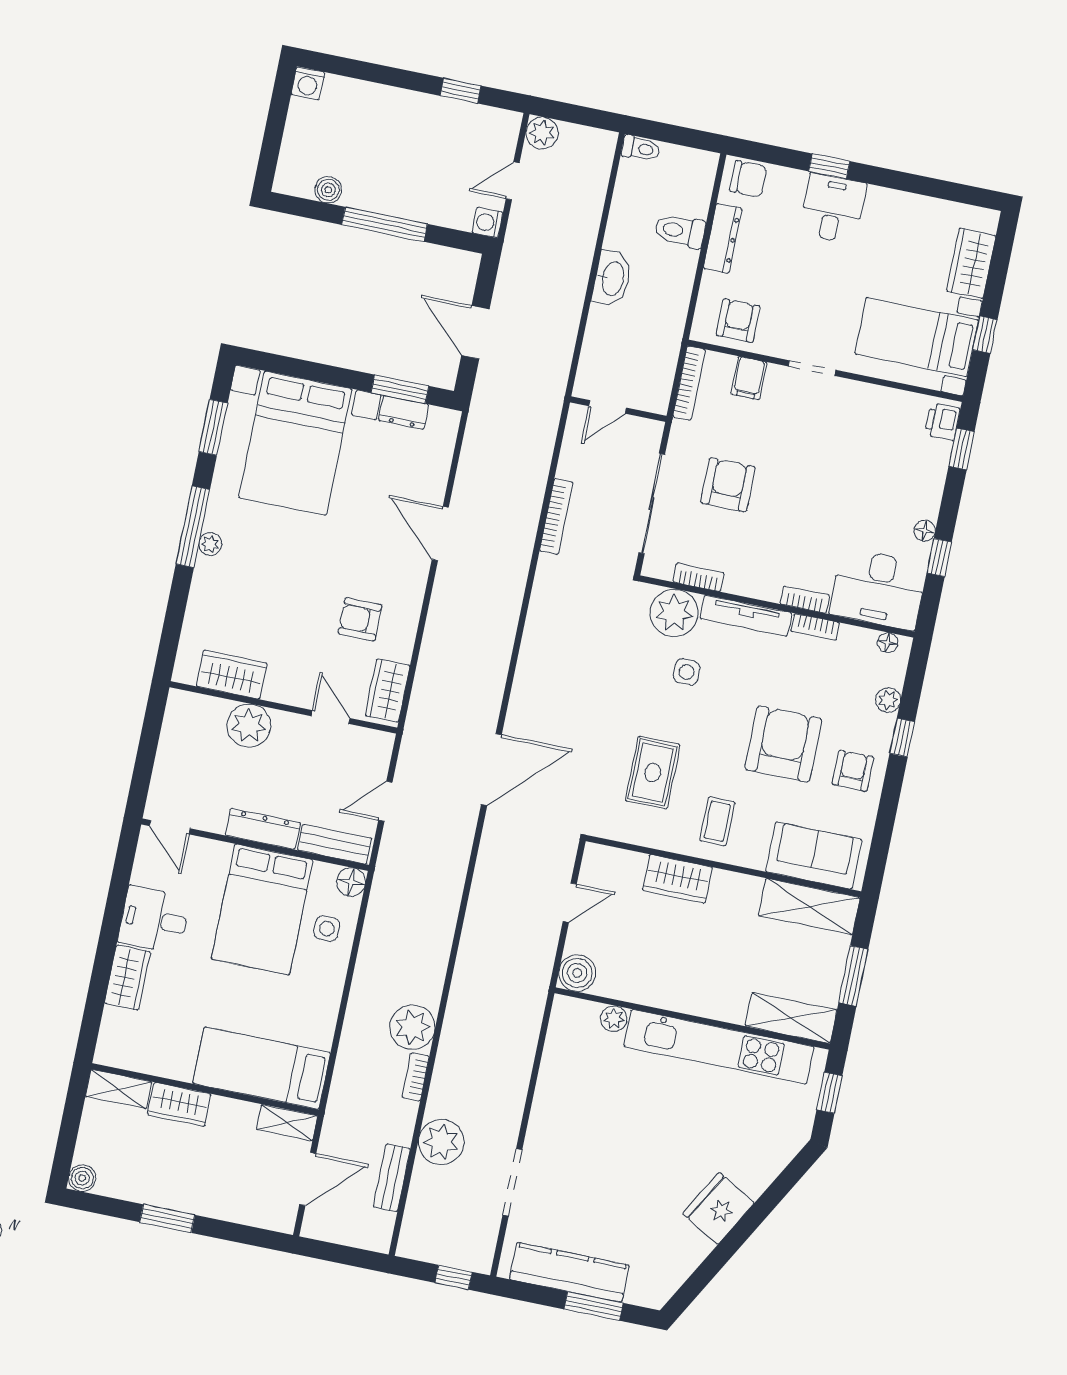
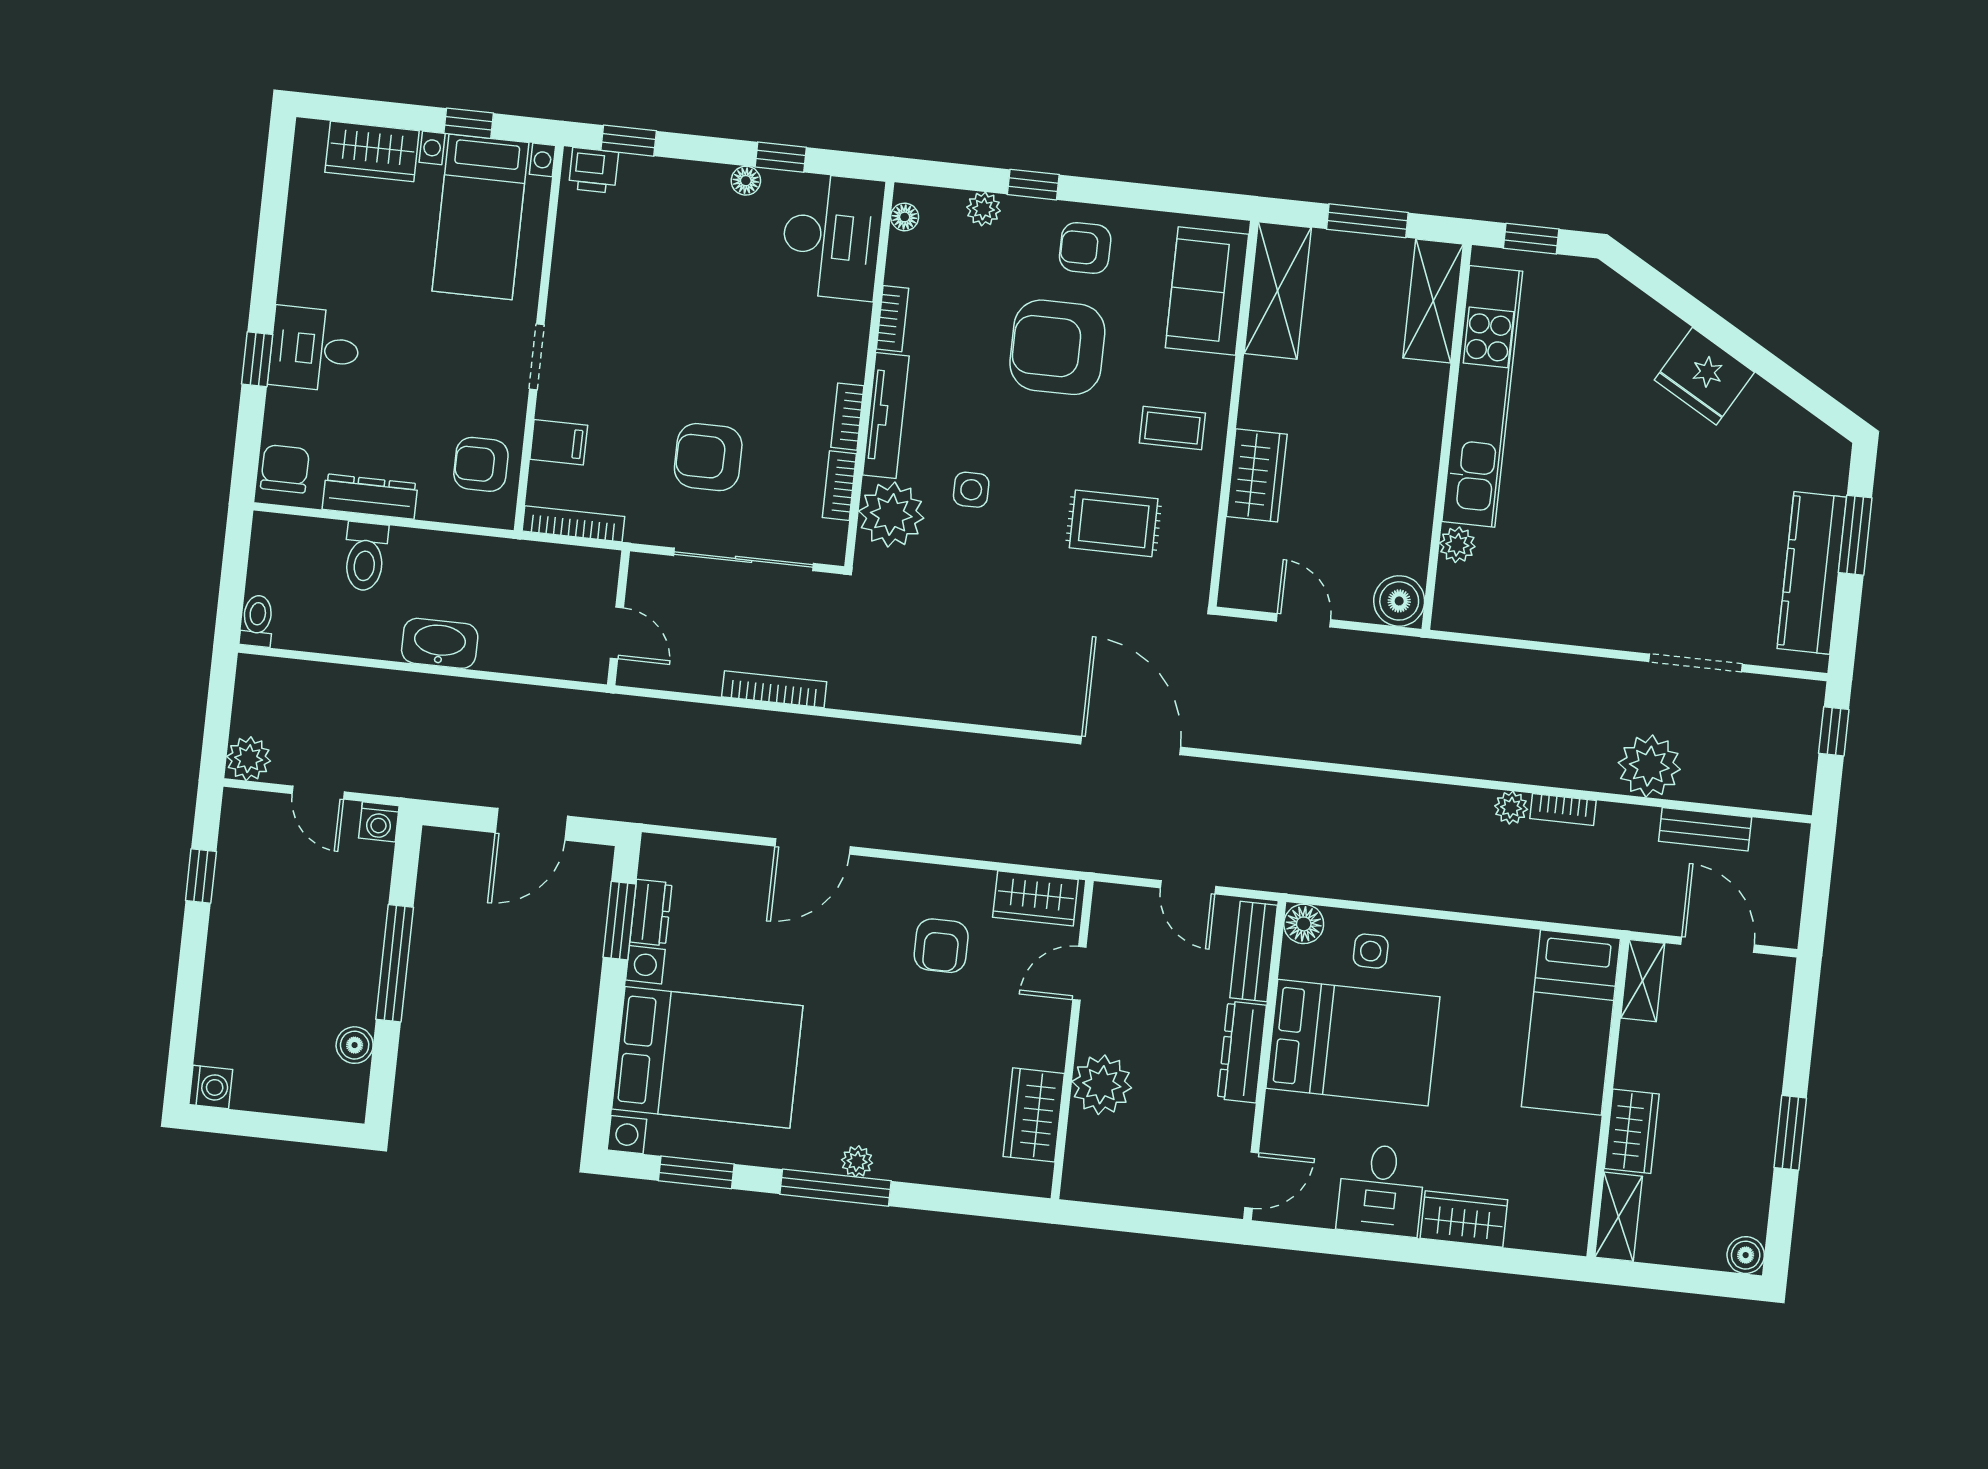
bookcase: (805, 600) -> (847, 417), moved
plant: (412, 1027) -> (1511, 808), width x0.53, depth x0.53

